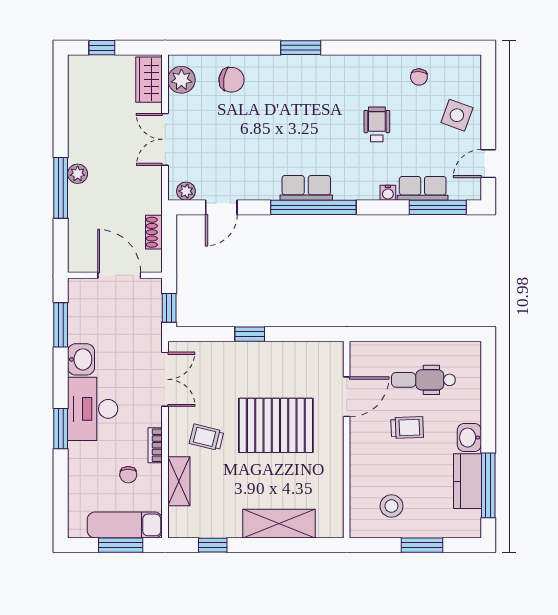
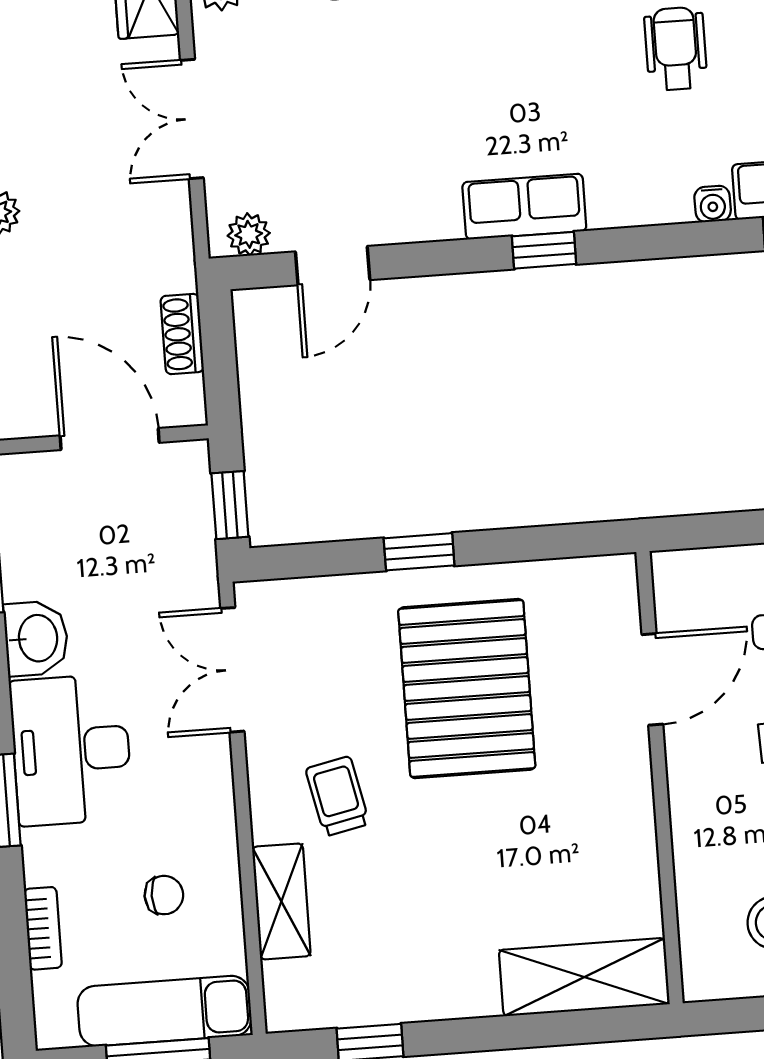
window: (313, 207) -> (544, 250), width x0.32
double door: (165, 379) -> (232, 670), swing flipped
pallet: (276, 425) -> (467, 689), moved, turned 90
trolley: (207, 437) -> (337, 796), turned 64
bookcase: (155, 445) -> (43, 928), moved, turned 180
chair: (128, 475) -> (164, 895), turned -90
shelving: (279, 524) -> (584, 977), moved

